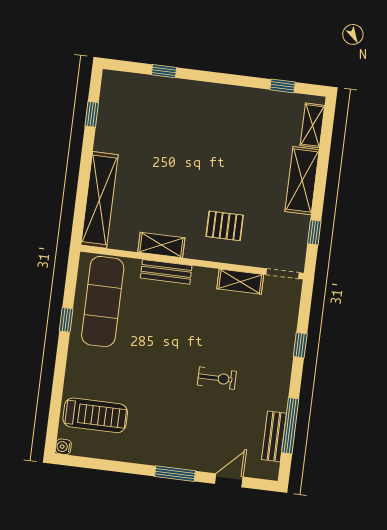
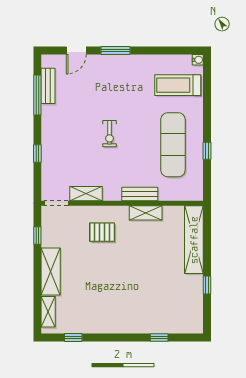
window: (92, 114) -> (207, 285), moved
exercise mat: (103, 302) -> (173, 145), moved
exercise bike: (217, 378) -> (110, 134), moved, turned -90

